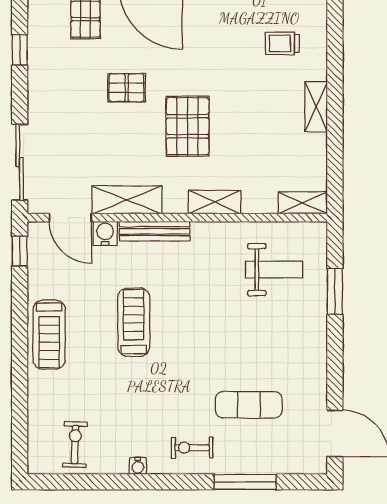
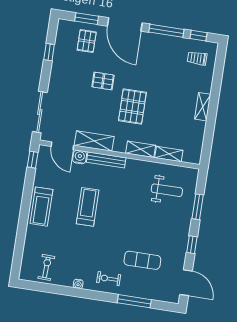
trolley: (282, 43) -> (197, 58), moved
shelving: (303, 203) -> (169, 154), moved
window: (335, 362) -> (192, 245), added

